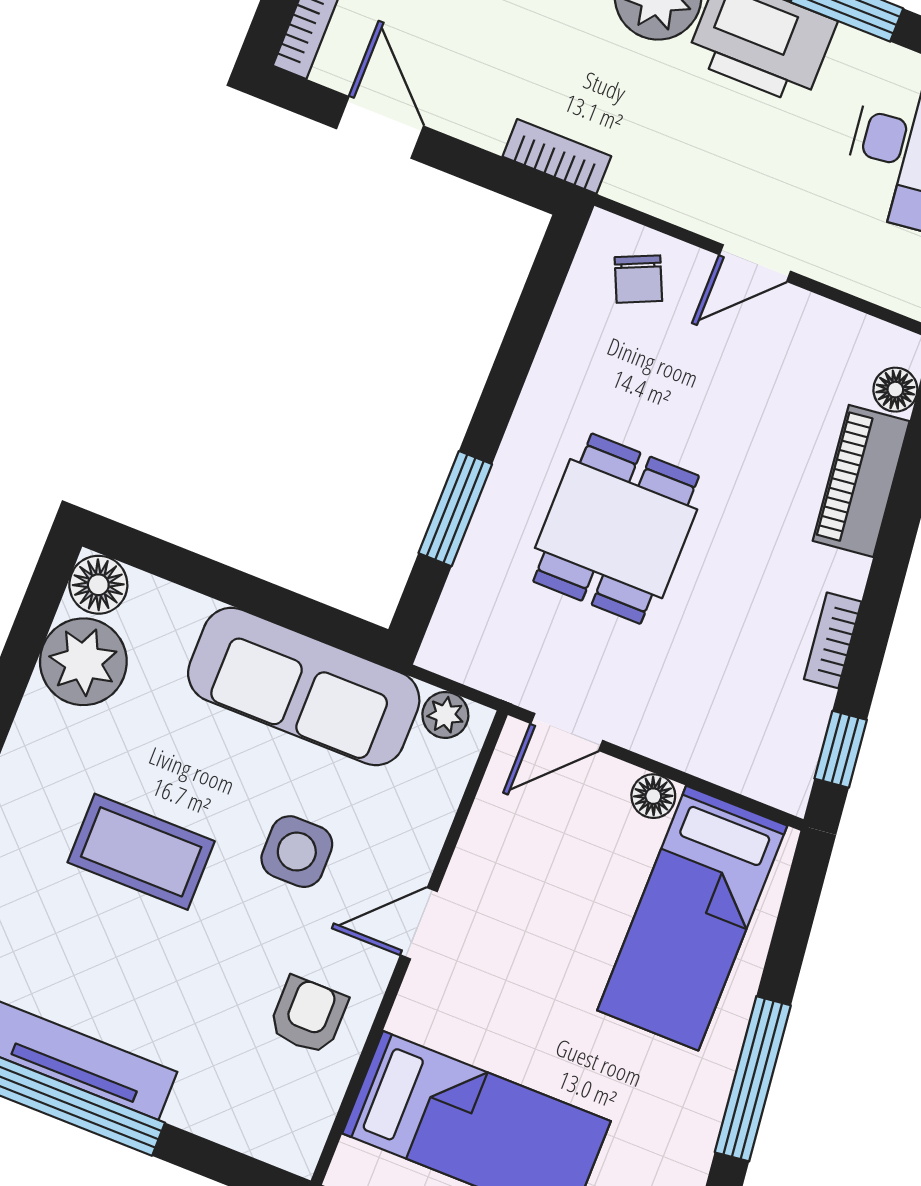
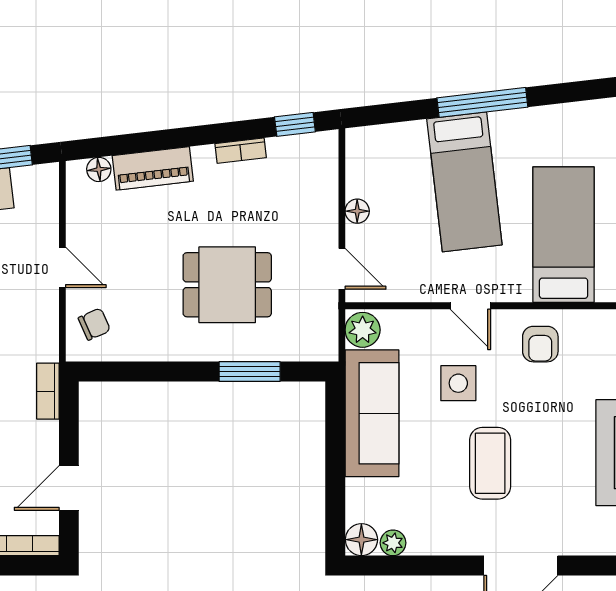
plant: (83, 662) -> (393, 543), width x0.53, depth x0.53
plant: (445, 715) -> (363, 330), width x1.38, depth x1.38
bed: (692, 918) -> (464, 182), moved, turned 83
armchair: (308, 1015) -> (540, 344), turned -90

